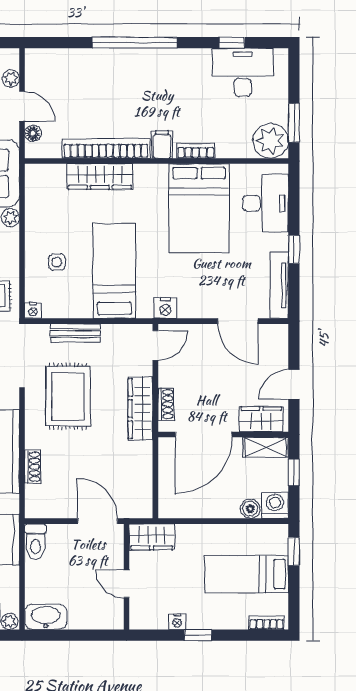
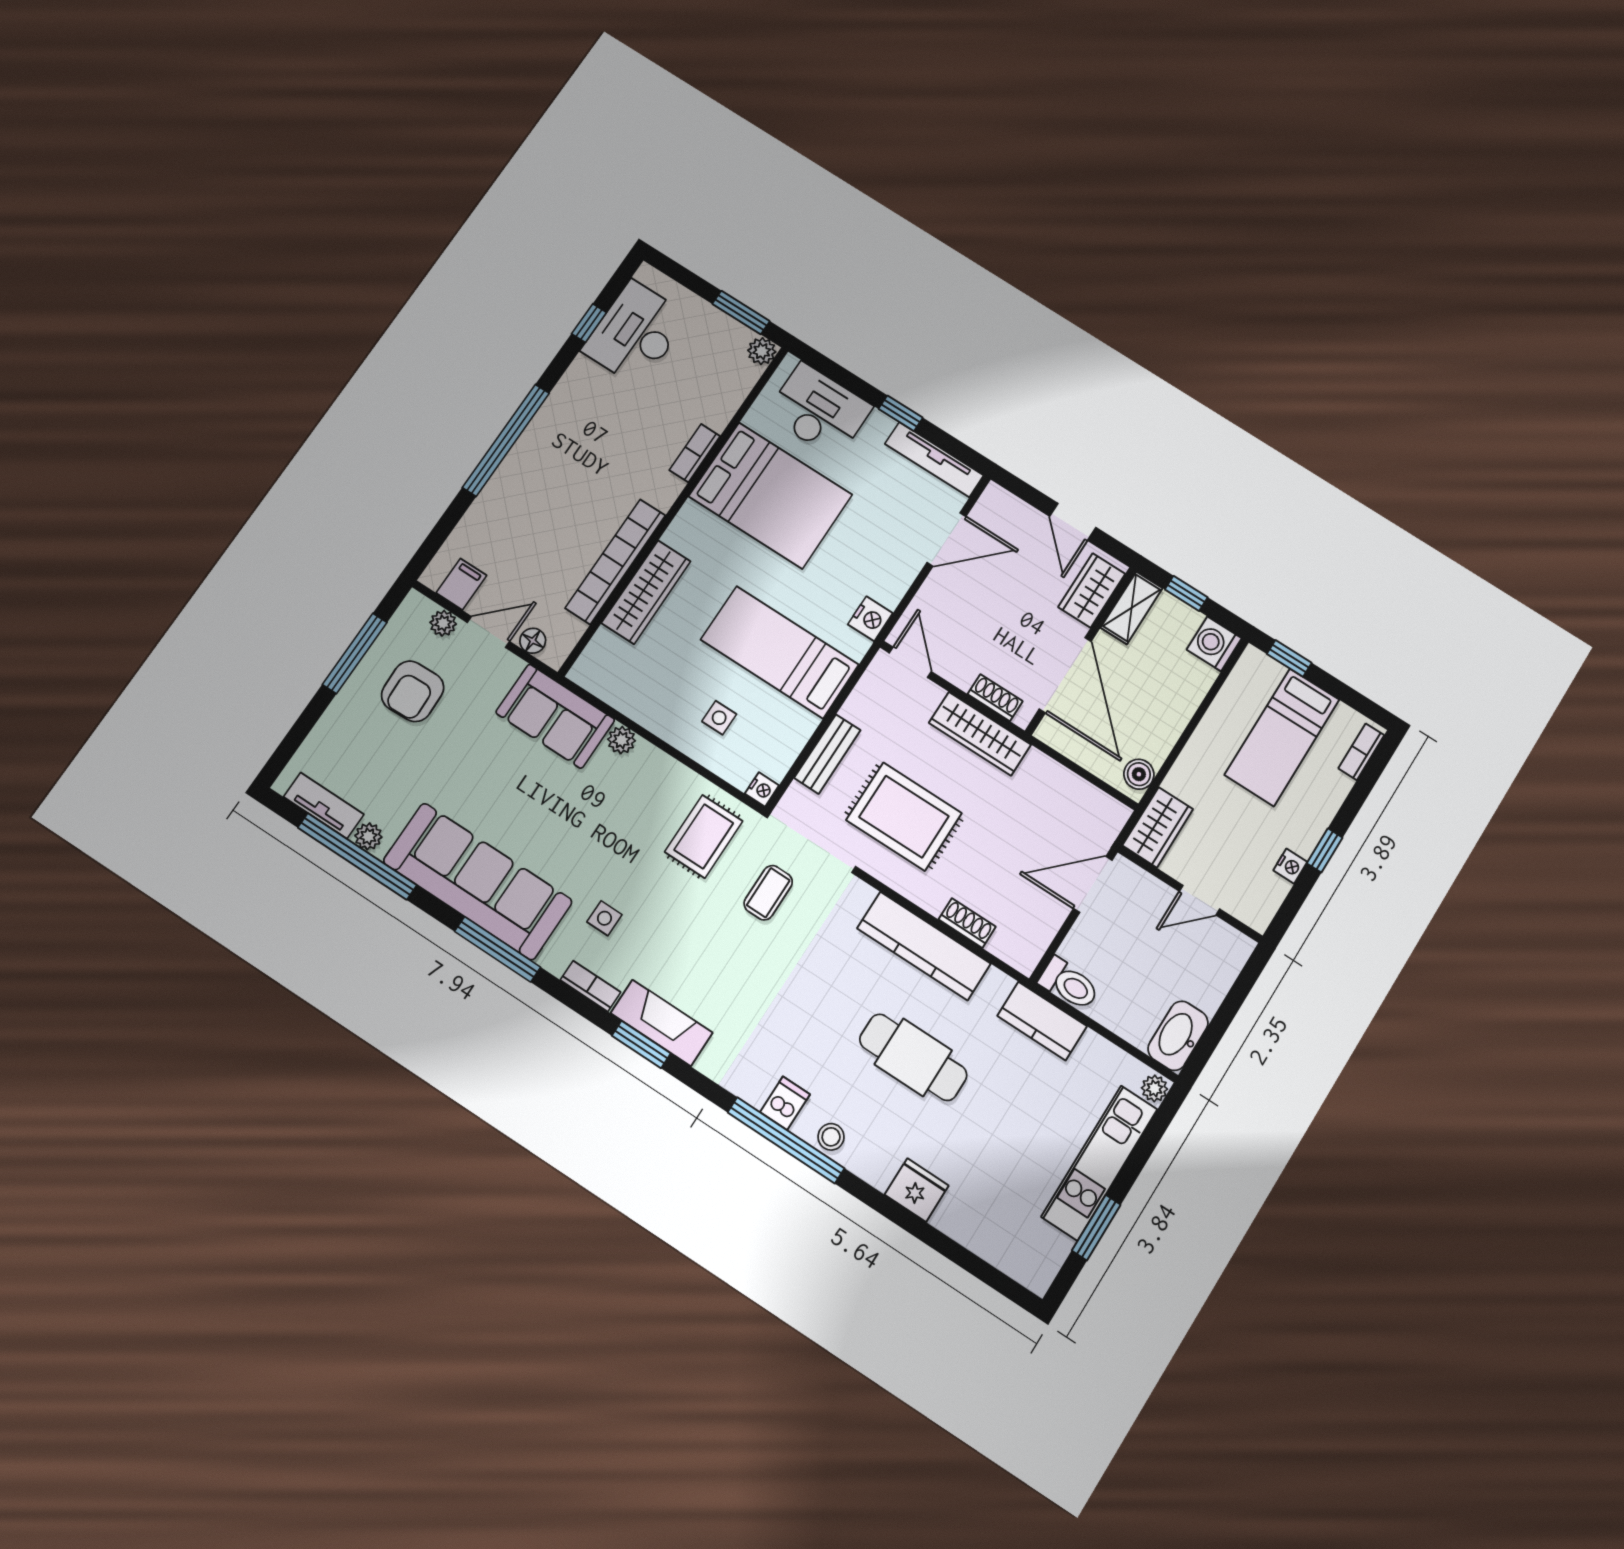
plant: (271, 141) -> (762, 351), width x0.53, depth x0.53
filing cabinet: (162, 145) -> (461, 584), moved, turned 90
boiler: (250, 509) -> (1139, 774), moved

